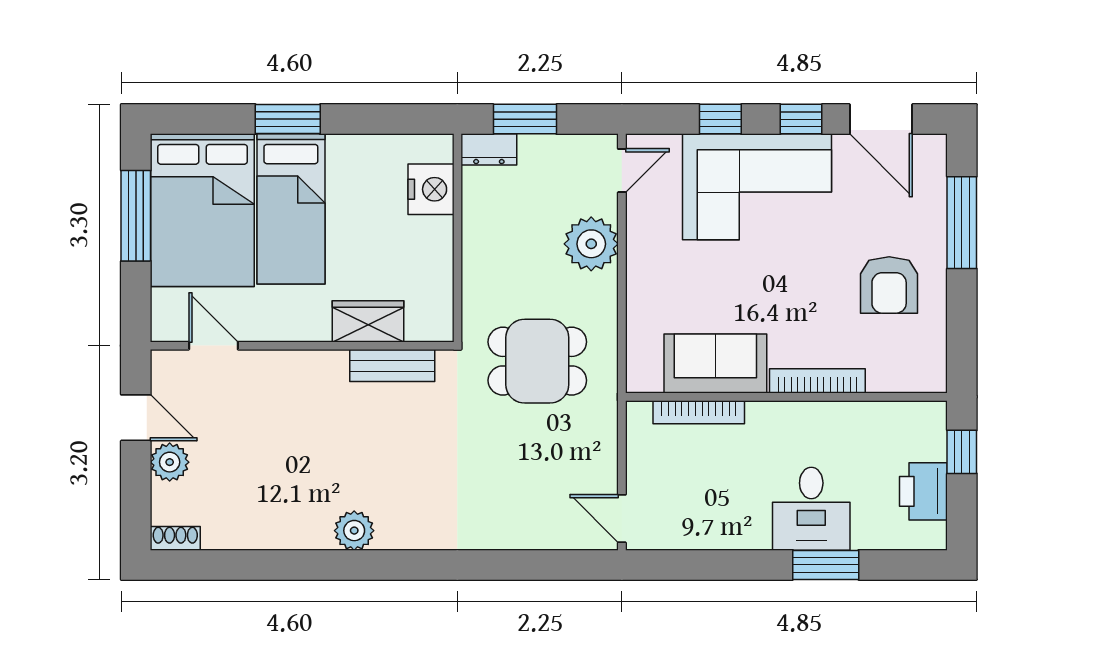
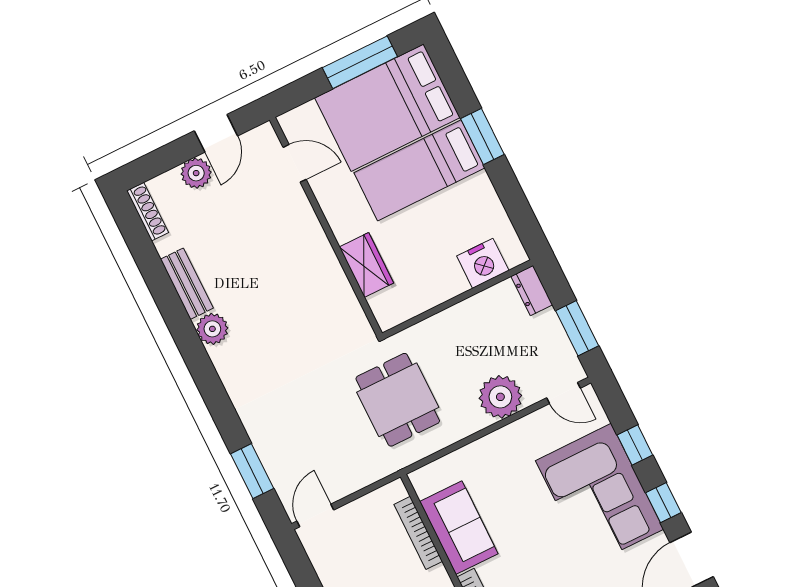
window: (525, 119) -> (577, 328), moved
door: (213, 346) -> (295, 163), hinge flipped
bench: (392, 366) -> (187, 284), moved
shoe rack: (175, 538) -> (147, 212), width x1.43
window: (537, 565) -> (252, 471), added

